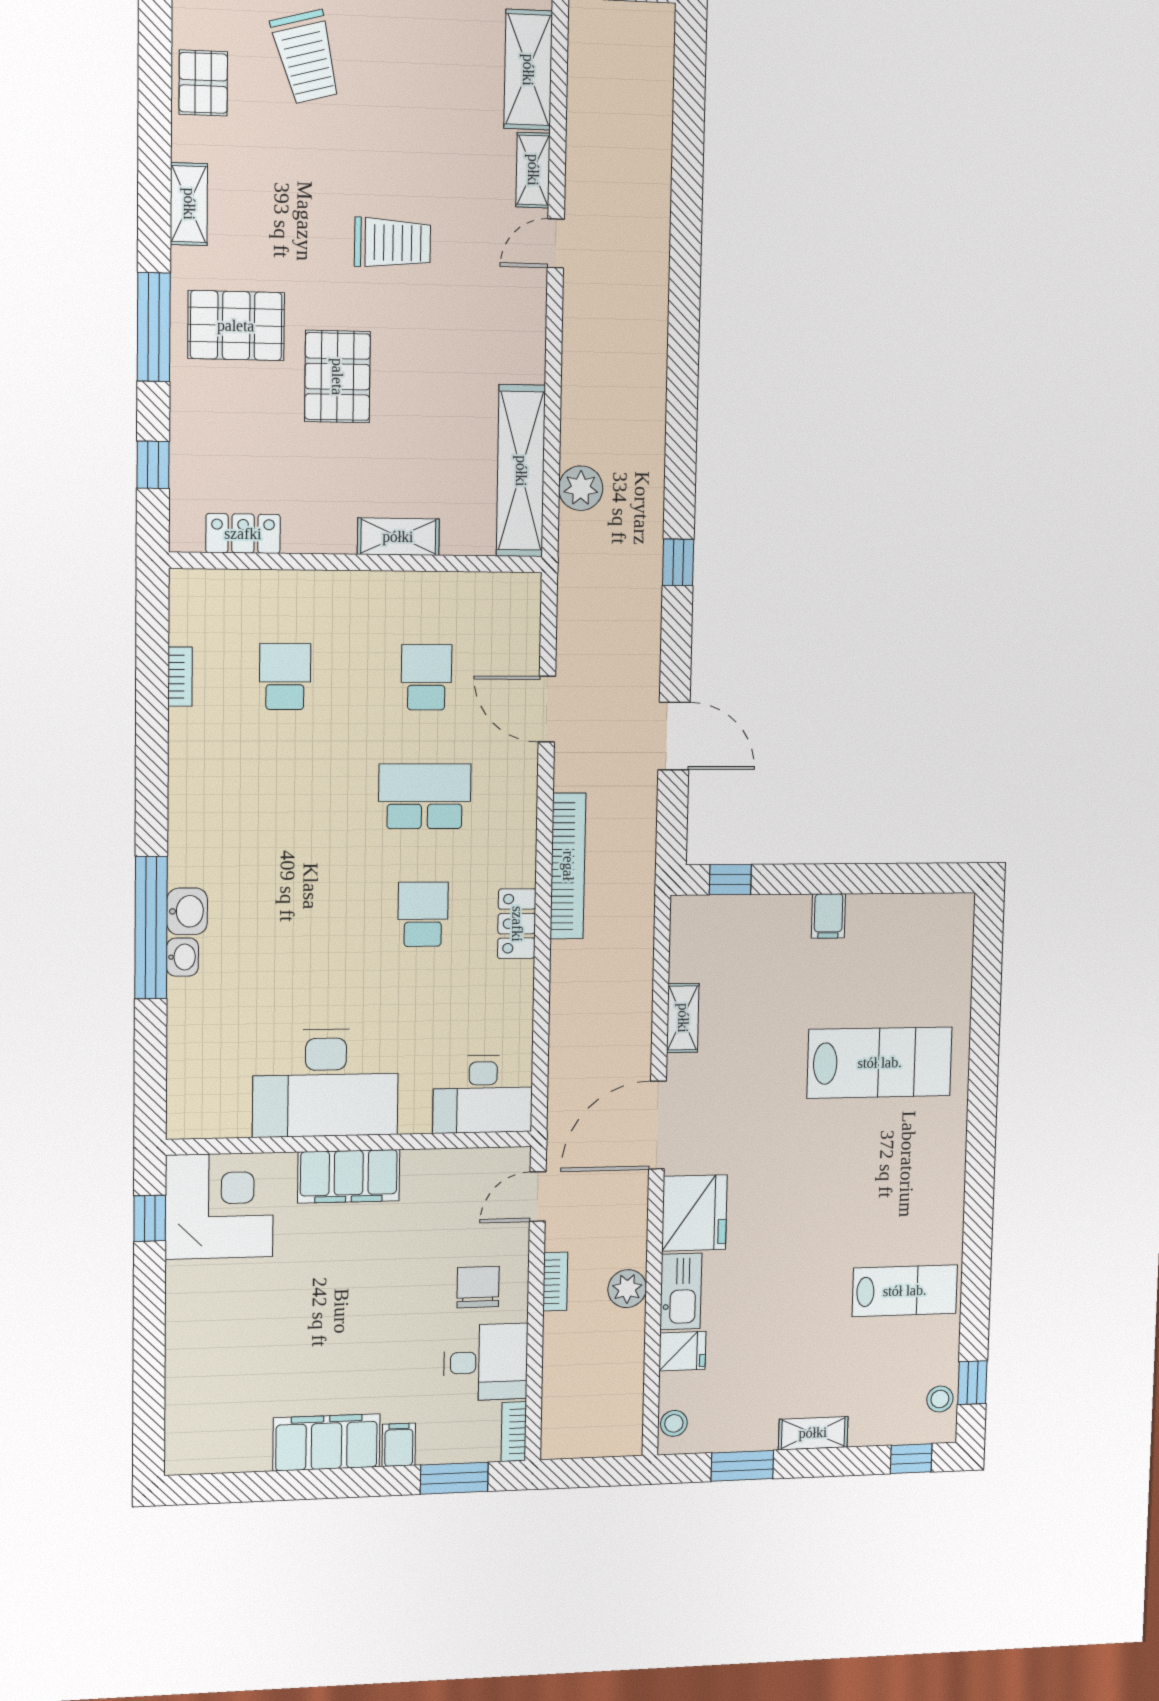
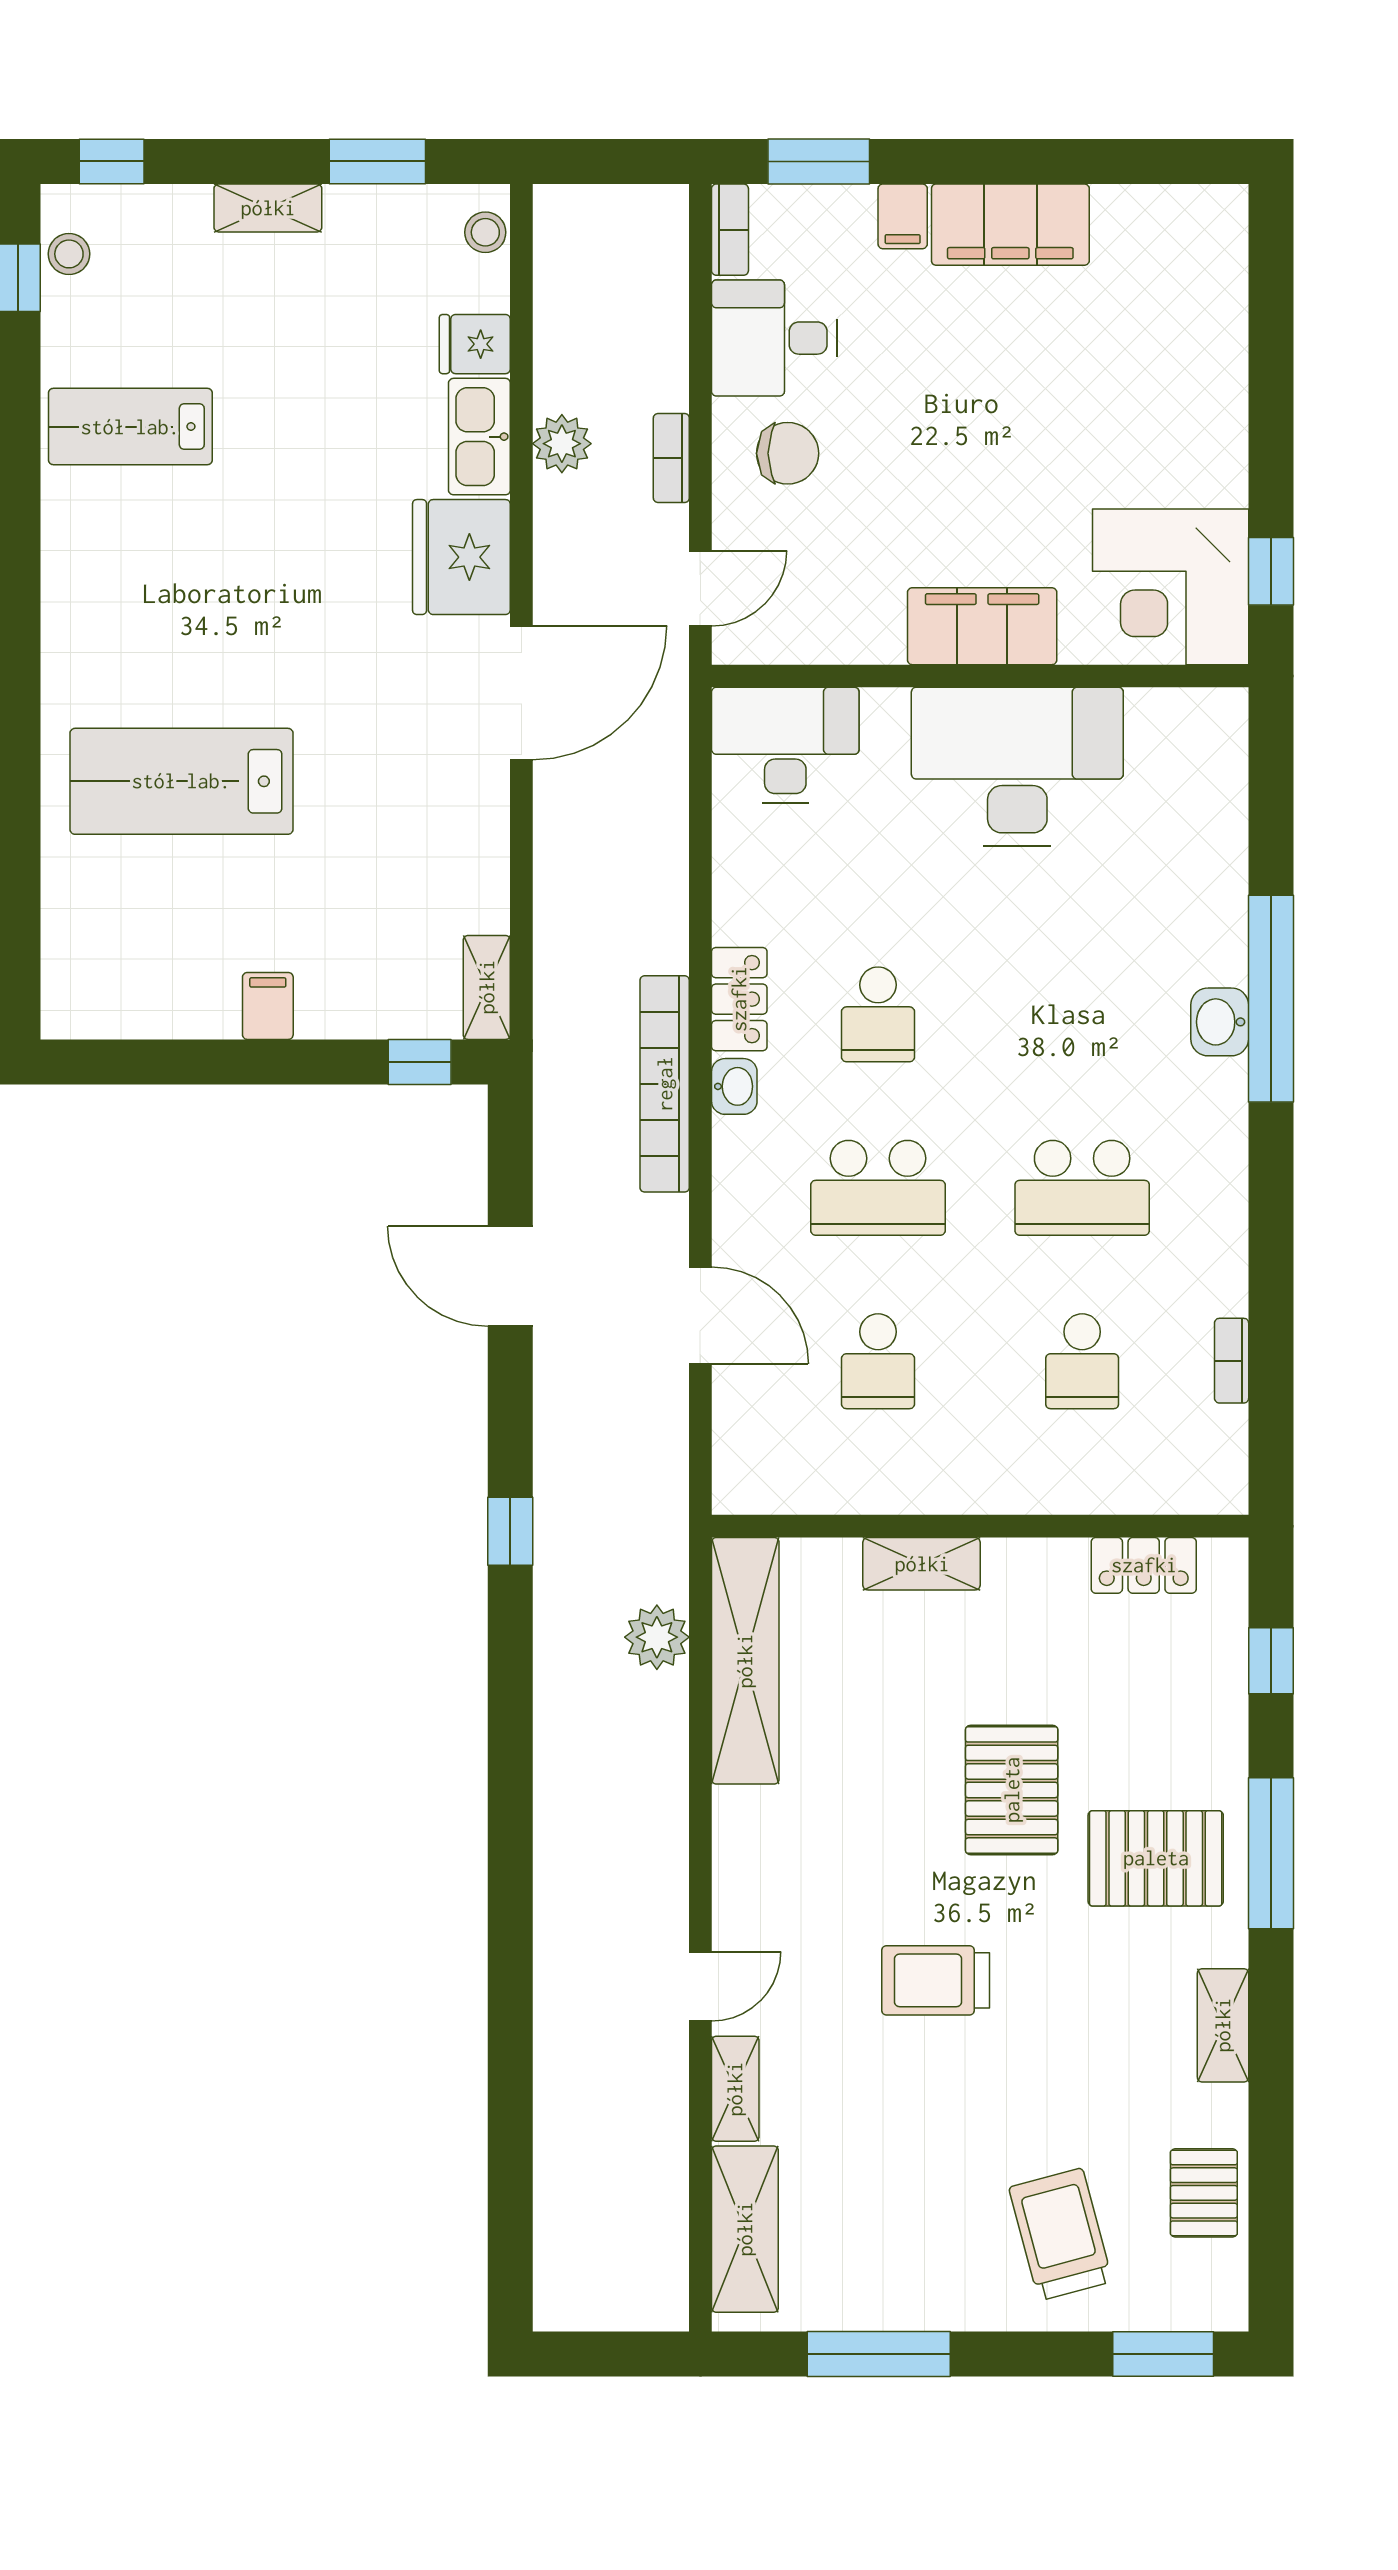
school desk: (284, 797) -> (1082, 1188), added
washbasin: (182, 957) -> (734, 1086), moved, turned 180
shelving: (683, 1018) -> (487, 987), moved
chair: (478, 1287) -> (788, 453), turned -90

